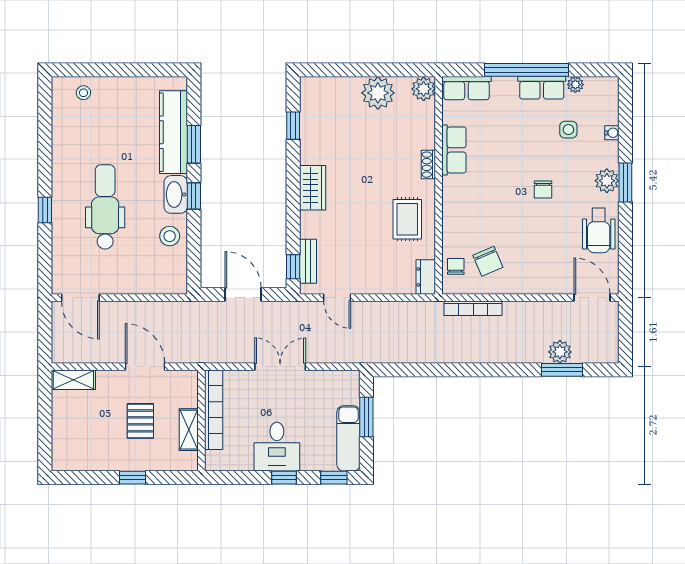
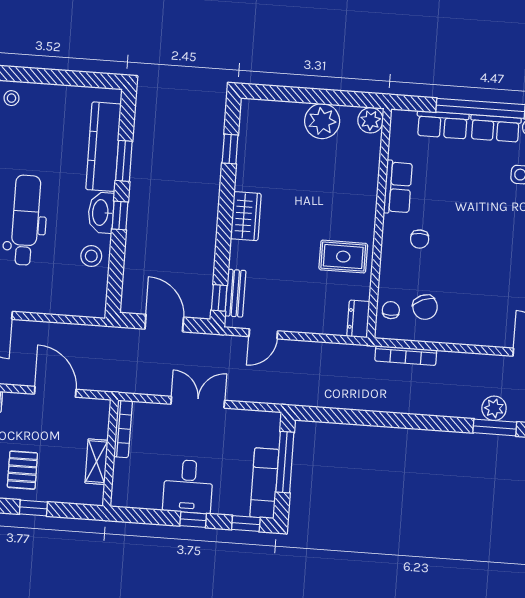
row of seats: (466, 88) -> (442, 125), moved
shoe rack: (428, 165) -> (370, 201), removed
chair: (543, 190) -> (420, 239), moved
rug: (407, 219) -> (343, 257), turned 90
door: (337, 298) -> (263, 334), hinge flipped
bookcase: (214, 410) -> (123, 429), width x0.68, depth x0.76
window: (366, 417) -> (285, 462), width x1.44
pallet: (140, 421) -> (22, 470), moved

